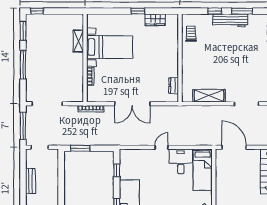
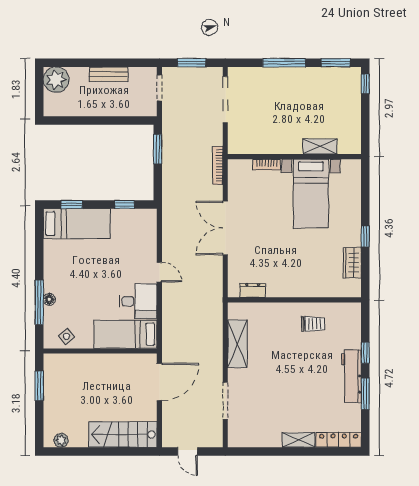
trolley: (191, 34) -> (313, 324), moved
window: (23, 126) -> (192, 63), width x0.69

